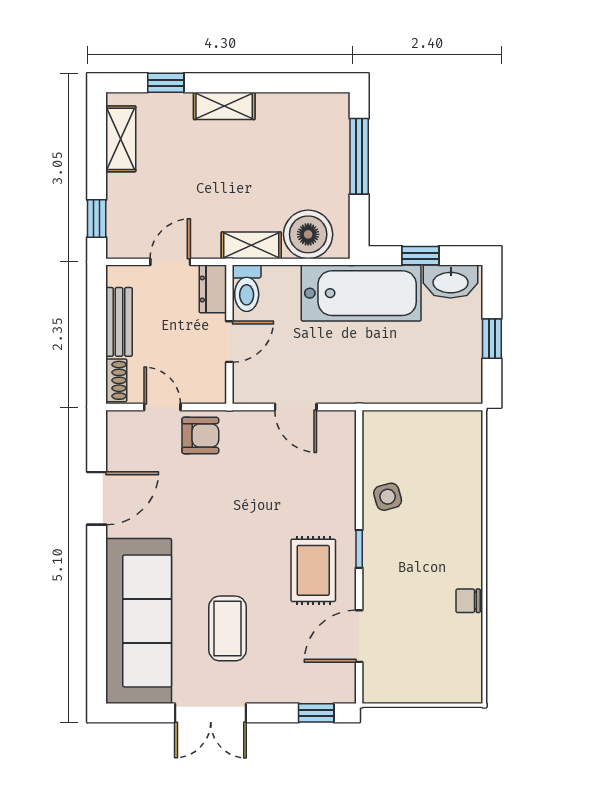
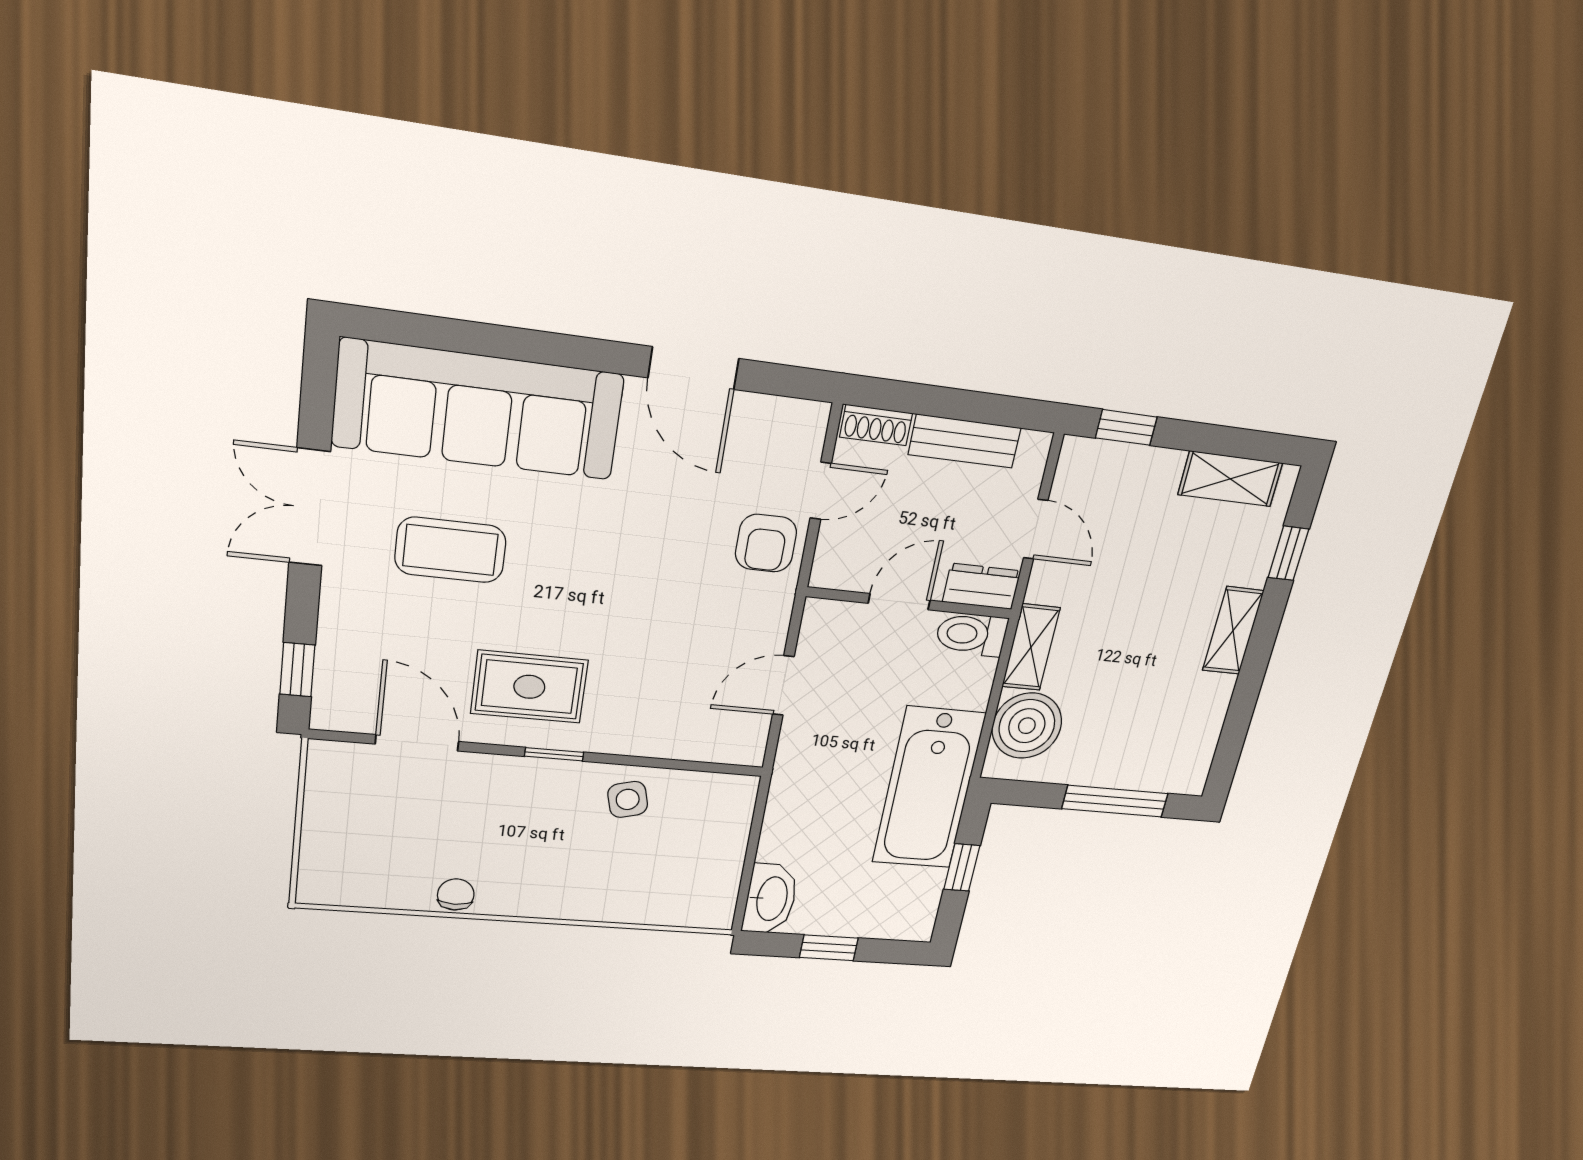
washbasin: (451, 282) -> (771, 899), moved, turned 180
door: (229, 342) -> (899, 602), swing flipped

